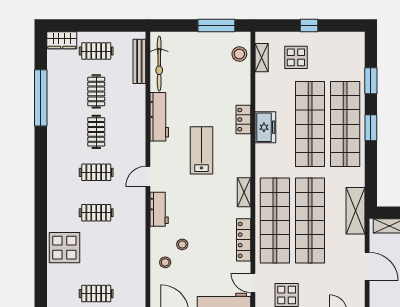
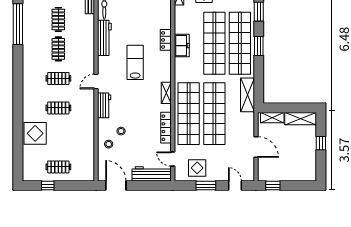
shelving: (355, 211) -> (247, 95), moved

